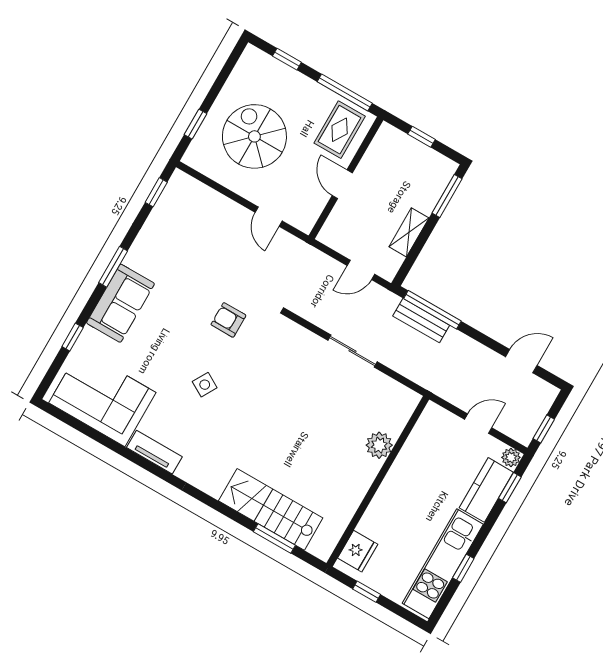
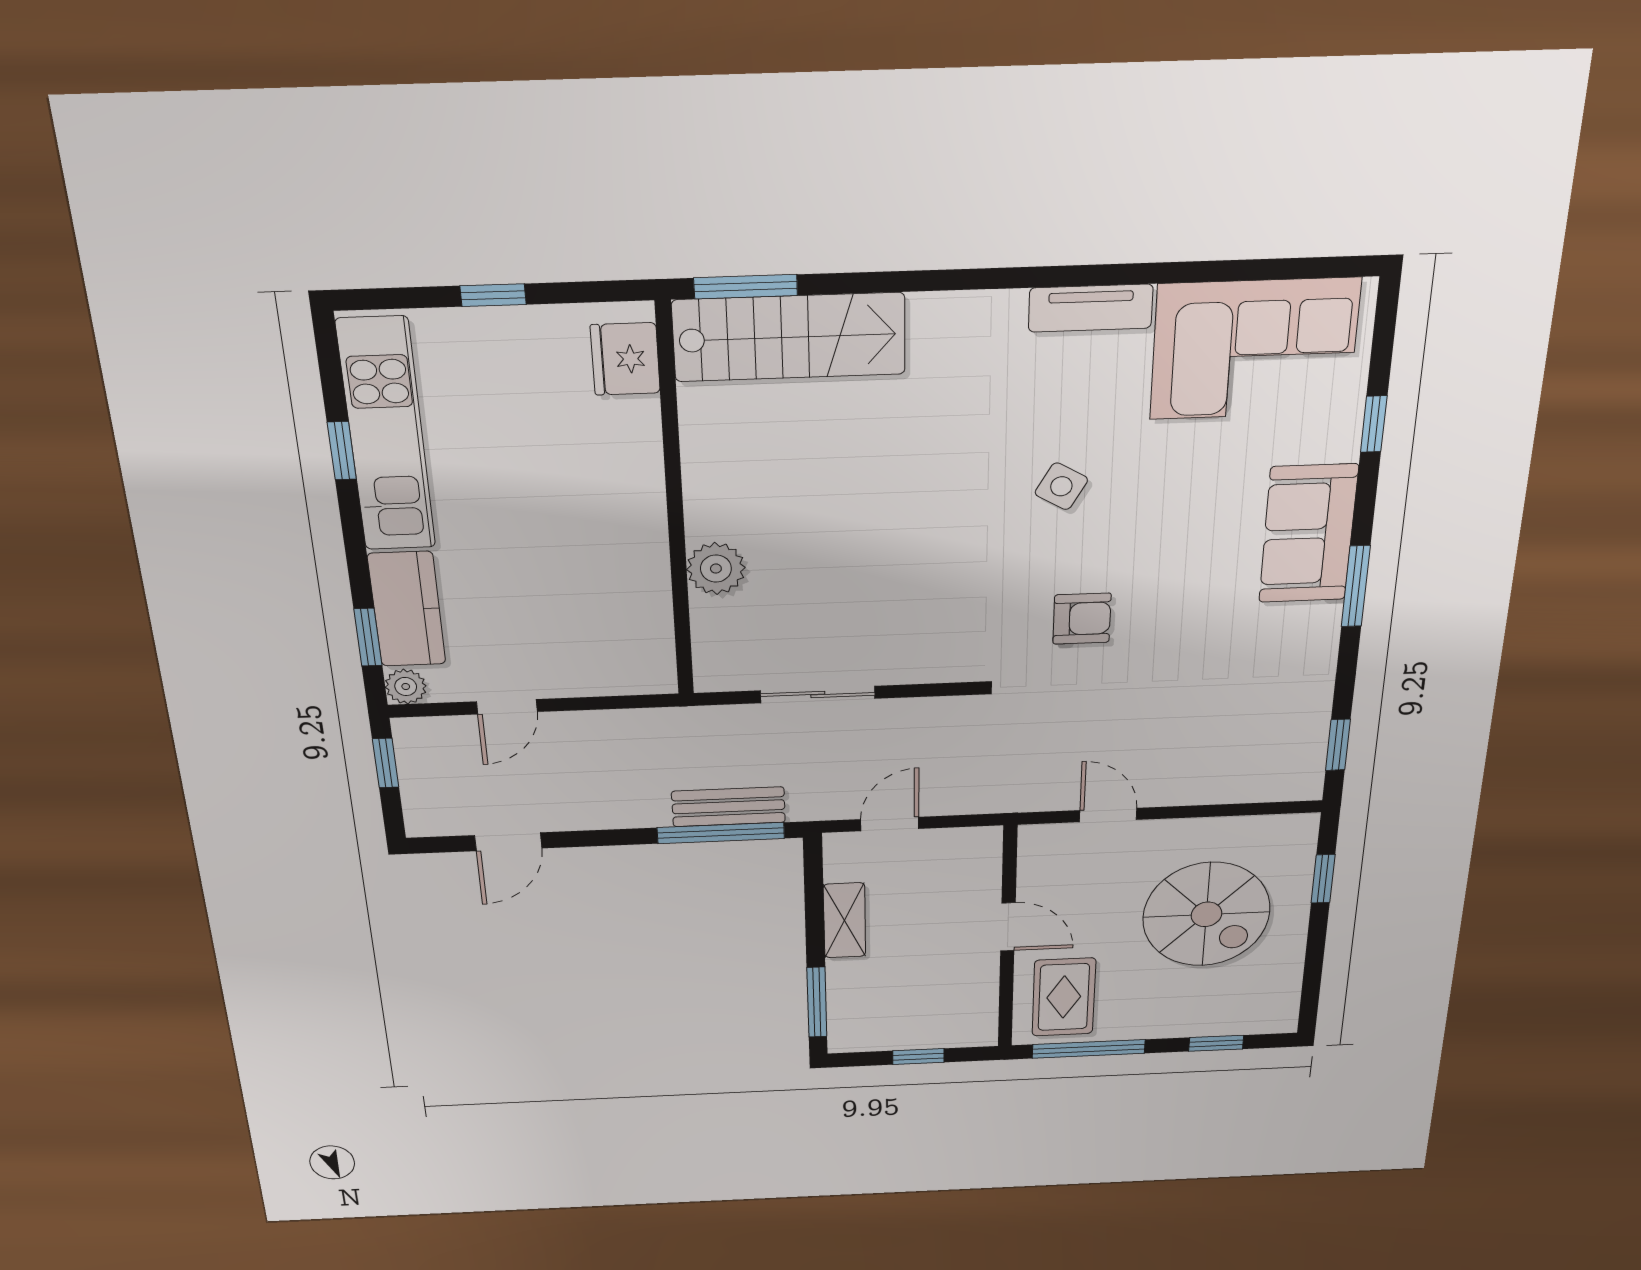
plant: (379, 445) -> (716, 569), moved
wall: (378, 481) -> (675, 506), moved
fridge: (358, 551) -> (625, 359), moved

